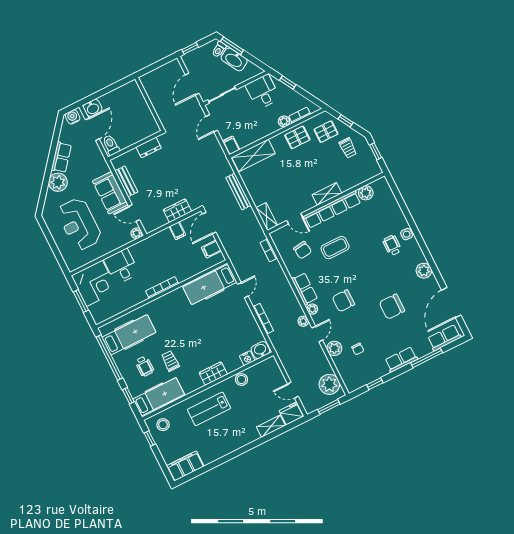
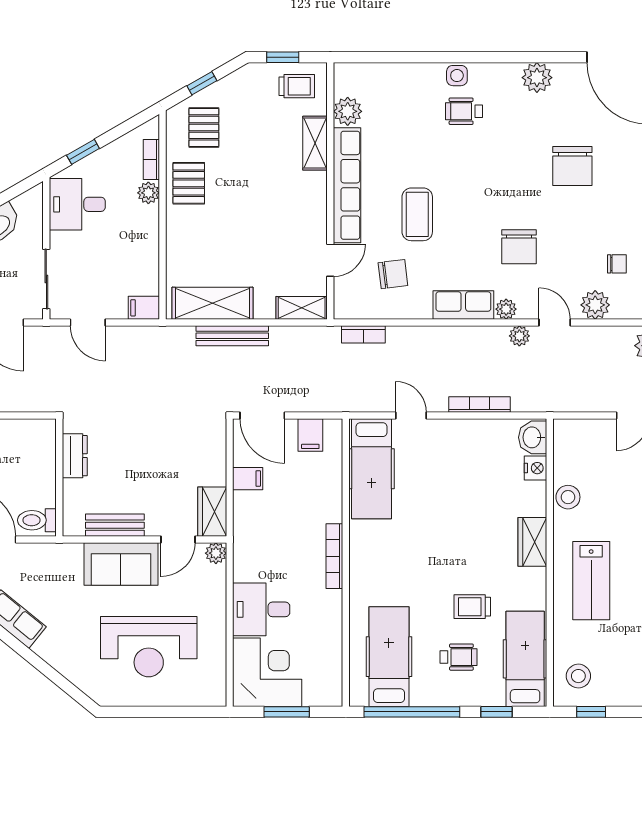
trolley: (348, 148) -> (297, 86), moved
shelving: (253, 155) -> (212, 303), moved, turned 90
plant: (58, 182) -> (56, 647), removed
shelving: (327, 194) -> (315, 143), moved
wardrobe: (177, 211) -> (212, 512), moved

